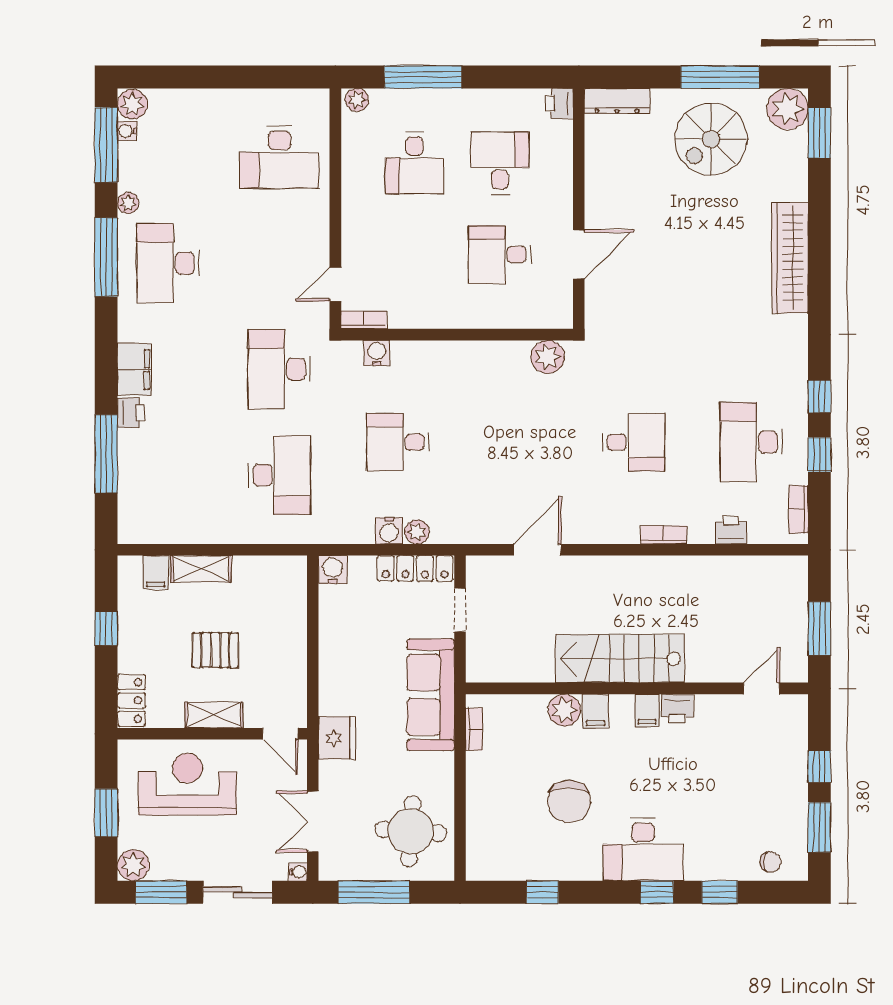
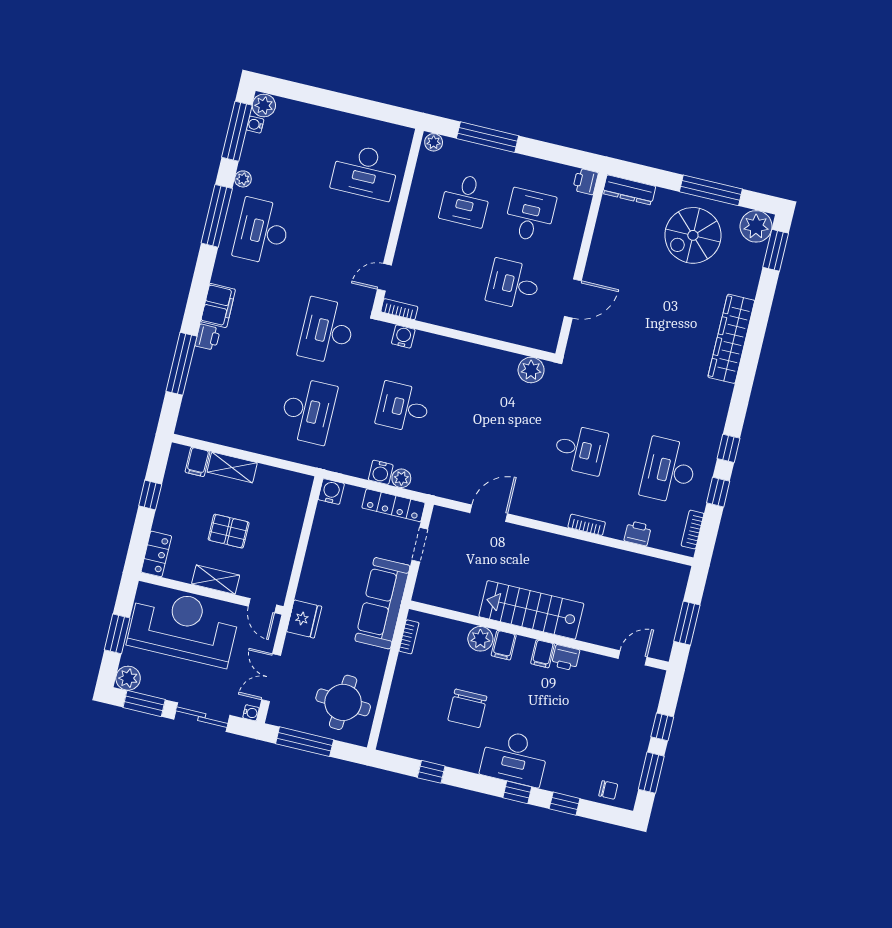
reception desk: (187, 784) -> (183, 627), width x1.36, depth x1.30

